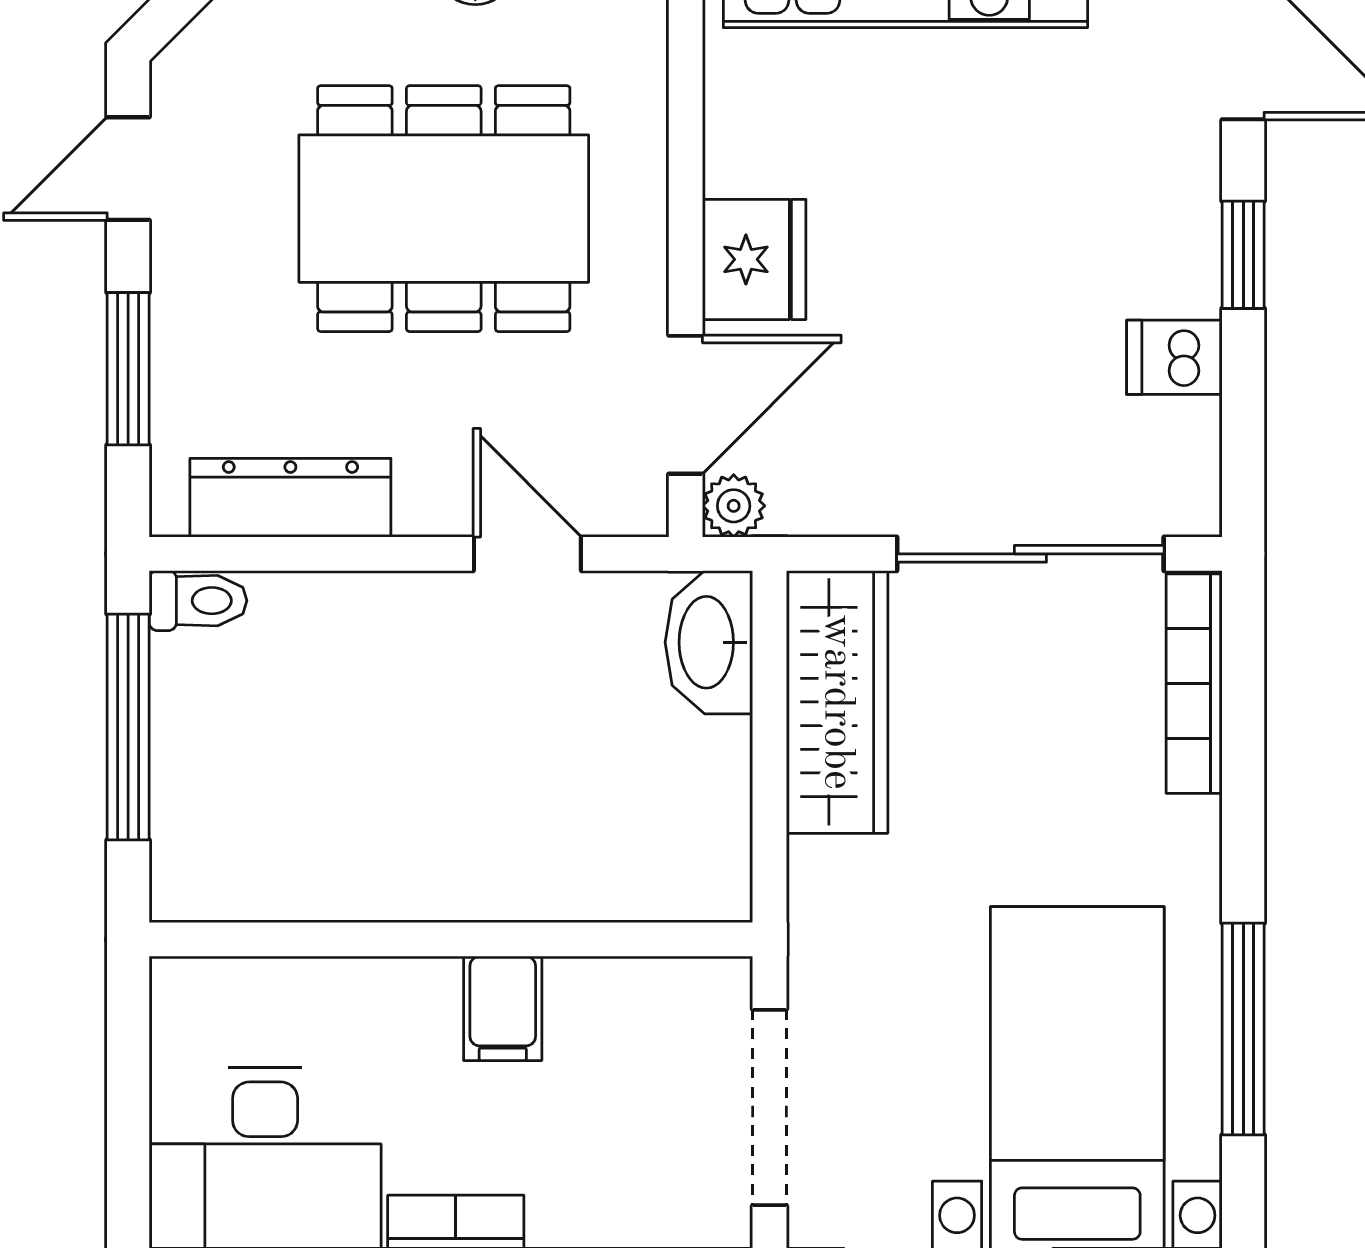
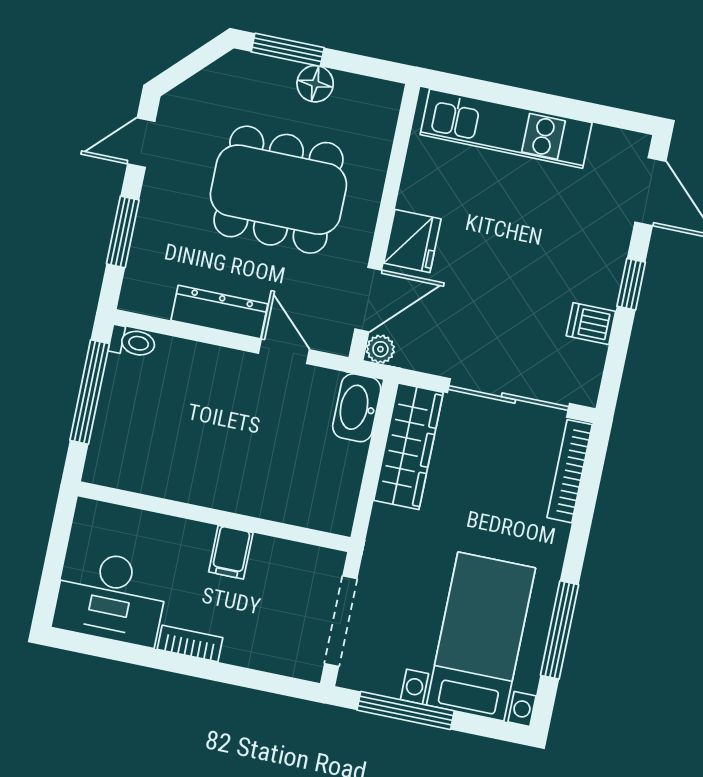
dresser: (290, 498) -> (219, 312), moved

